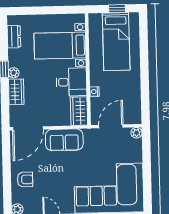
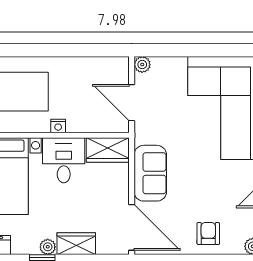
nightstand: (95, 92) -> (58, 126), moved

